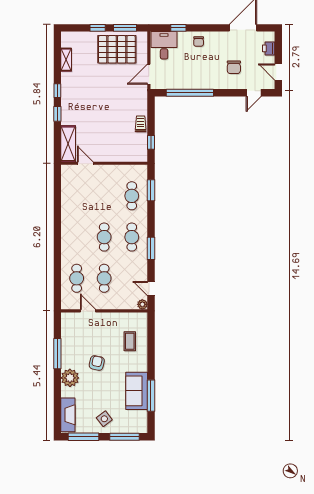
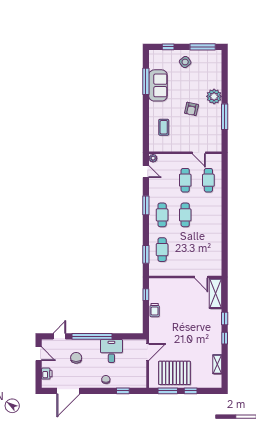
desk: (164, 45) -> (111, 351), moved, turned 180
window: (190, 93) -> (92, 336), moved
fireplace: (68, 415) -> (216, 65), removed
window: (124, 437) -> (168, 47), width x0.46

